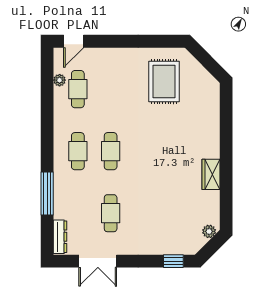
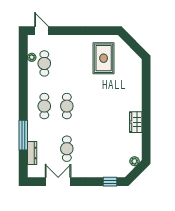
door: (74, 41) -> (41, 31), swing flipped
dresser: (60, 237) -> (32, 153), moved
double door: (98, 261) -> (58, 182), swing flipped

